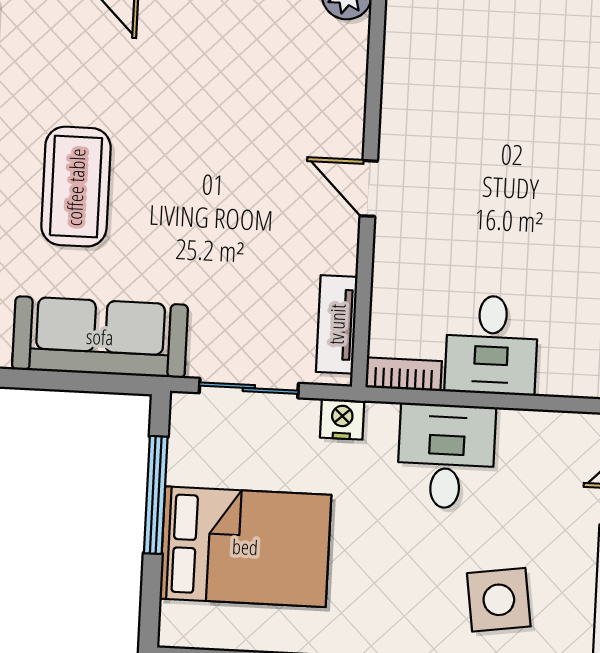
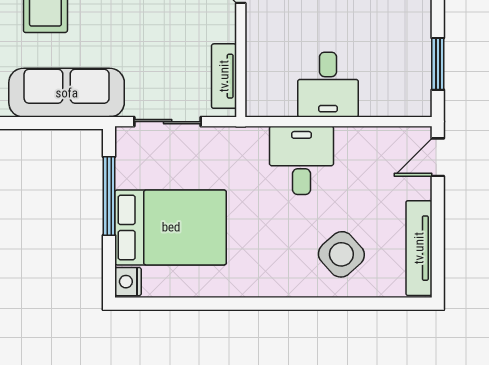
bookcase: (404, 374) -> (270, 107), removed
nightstand: (342, 419) -> (128, 282), moved, turned -90
side table: (499, 600) -> (341, 254), turned -34

